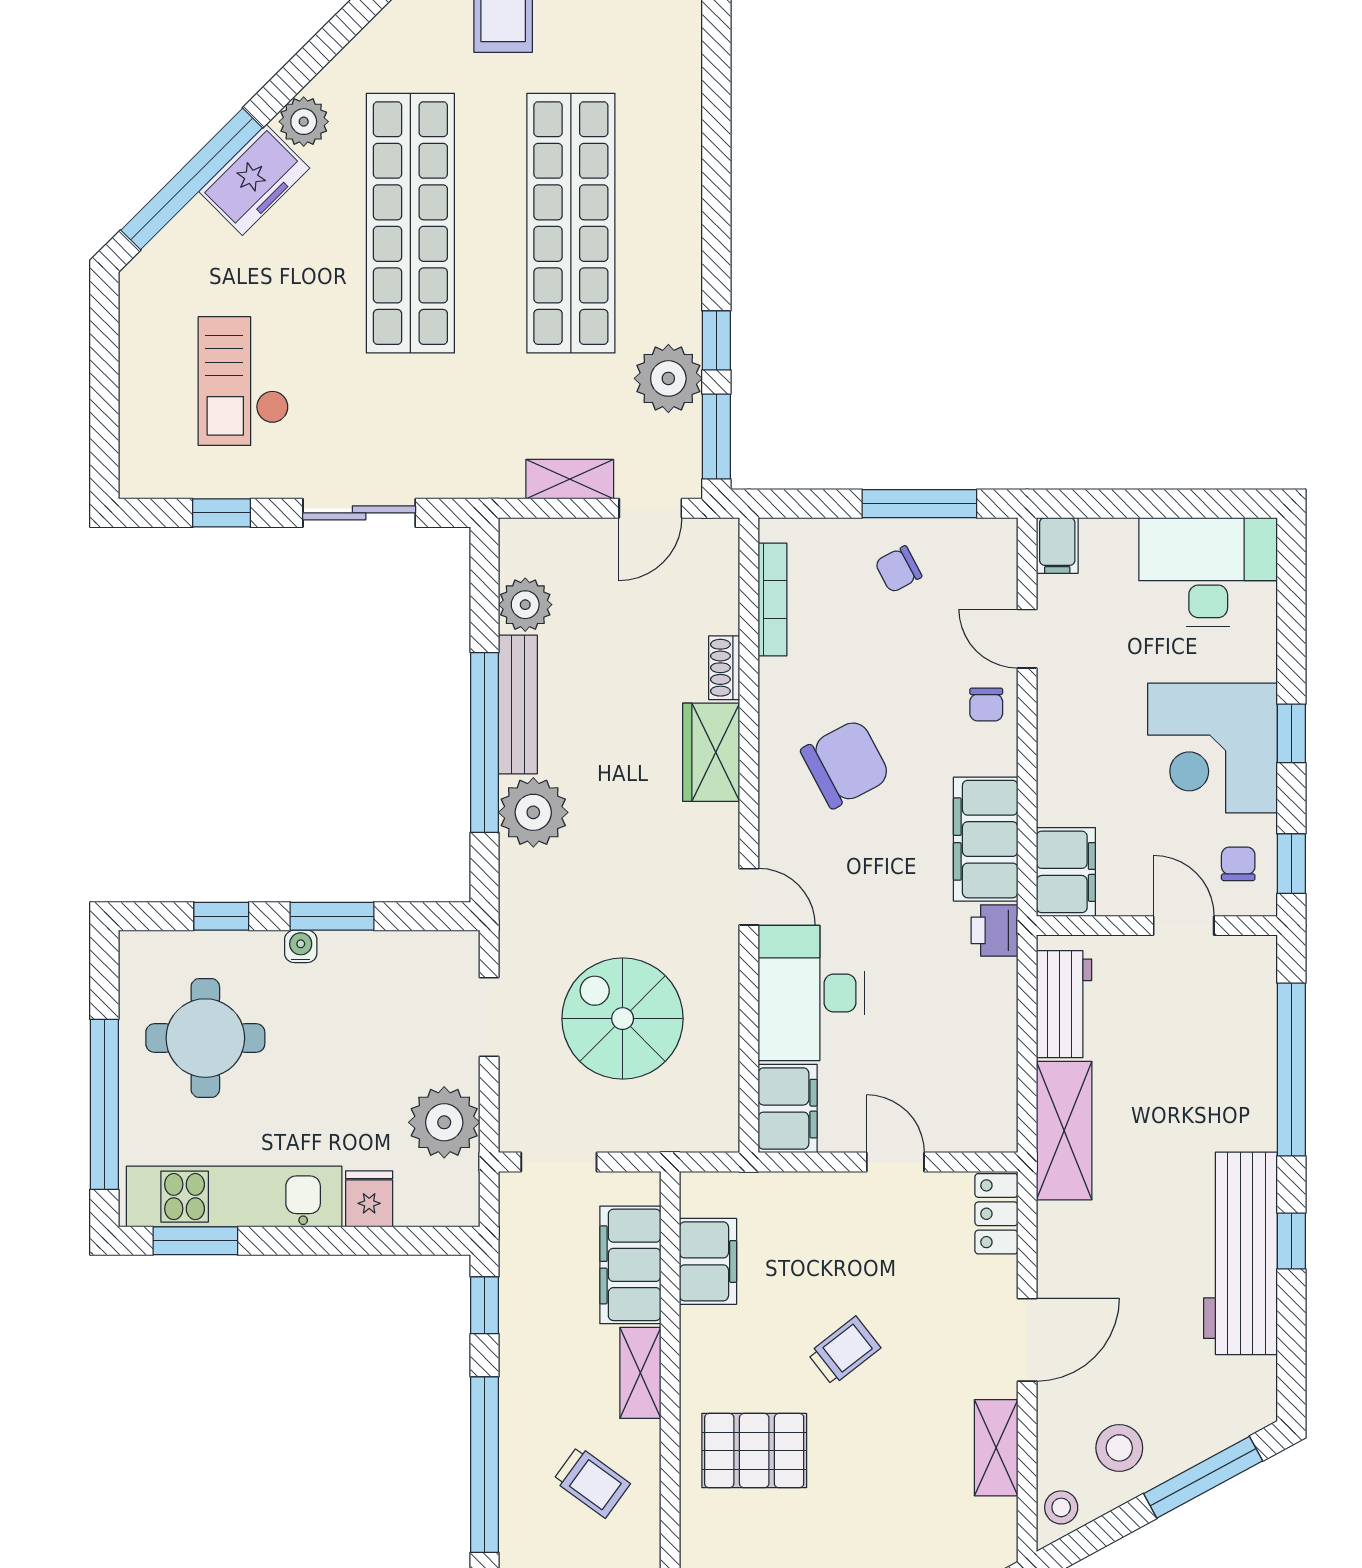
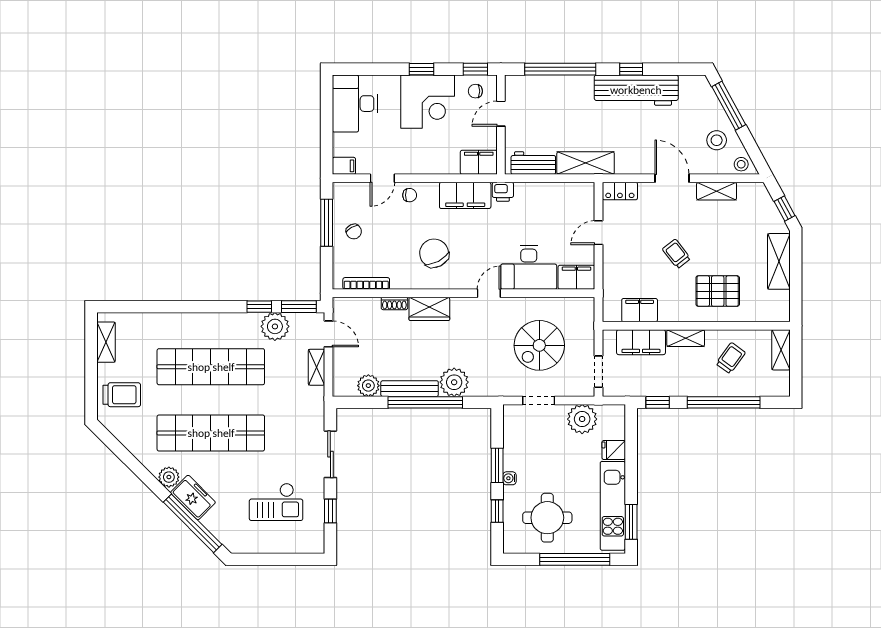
pallet: (754, 1451) -> (718, 291), turned 90

